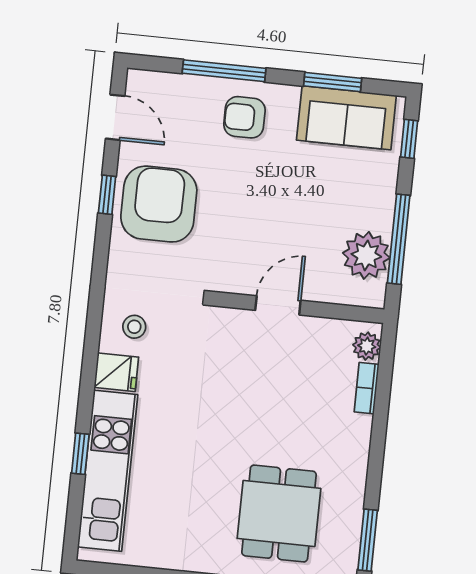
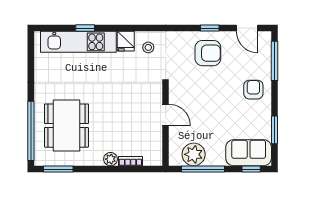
window: (224, 71) -> (274, 61), moved
door: (115, 117) -> (247, 28), hinge flipped
sofa: (346, 118) -> (249, 153), moved, turned 90
armchair: (159, 204) -> (208, 53), width x0.73, depth x0.73
plant: (367, 346) -> (110, 159), moved
dining table: (279, 513) -> (66, 126), width x1.38

